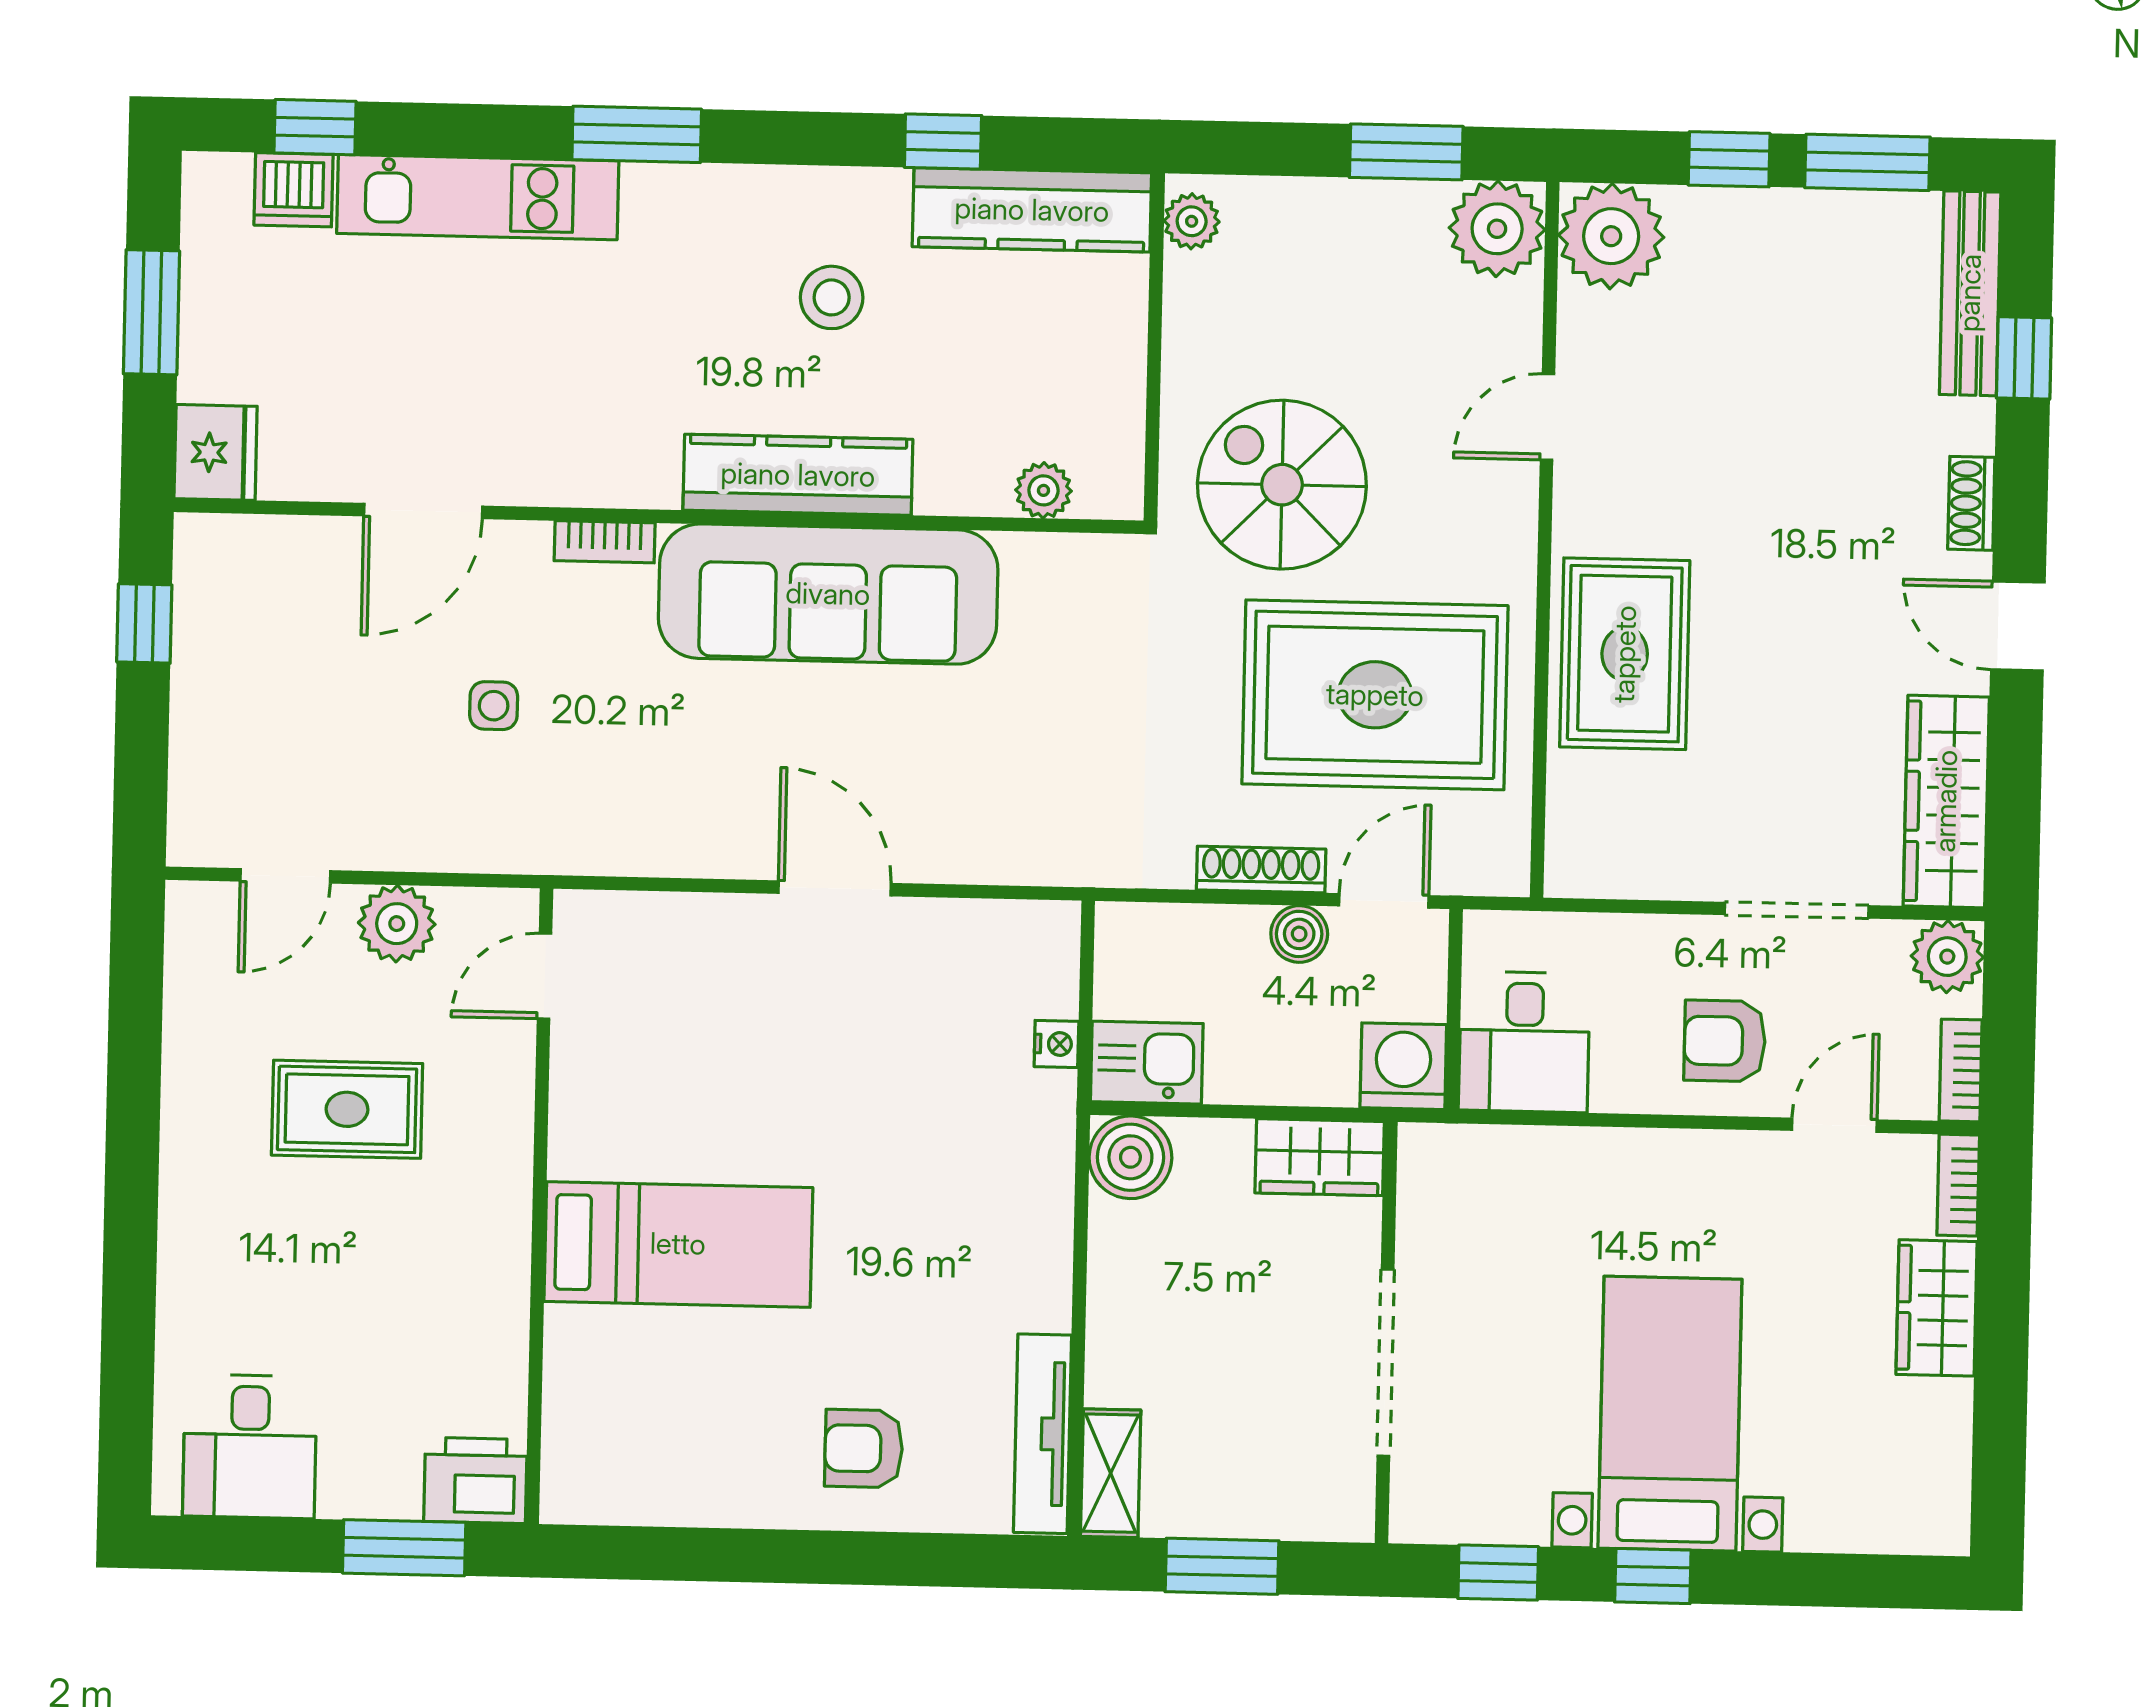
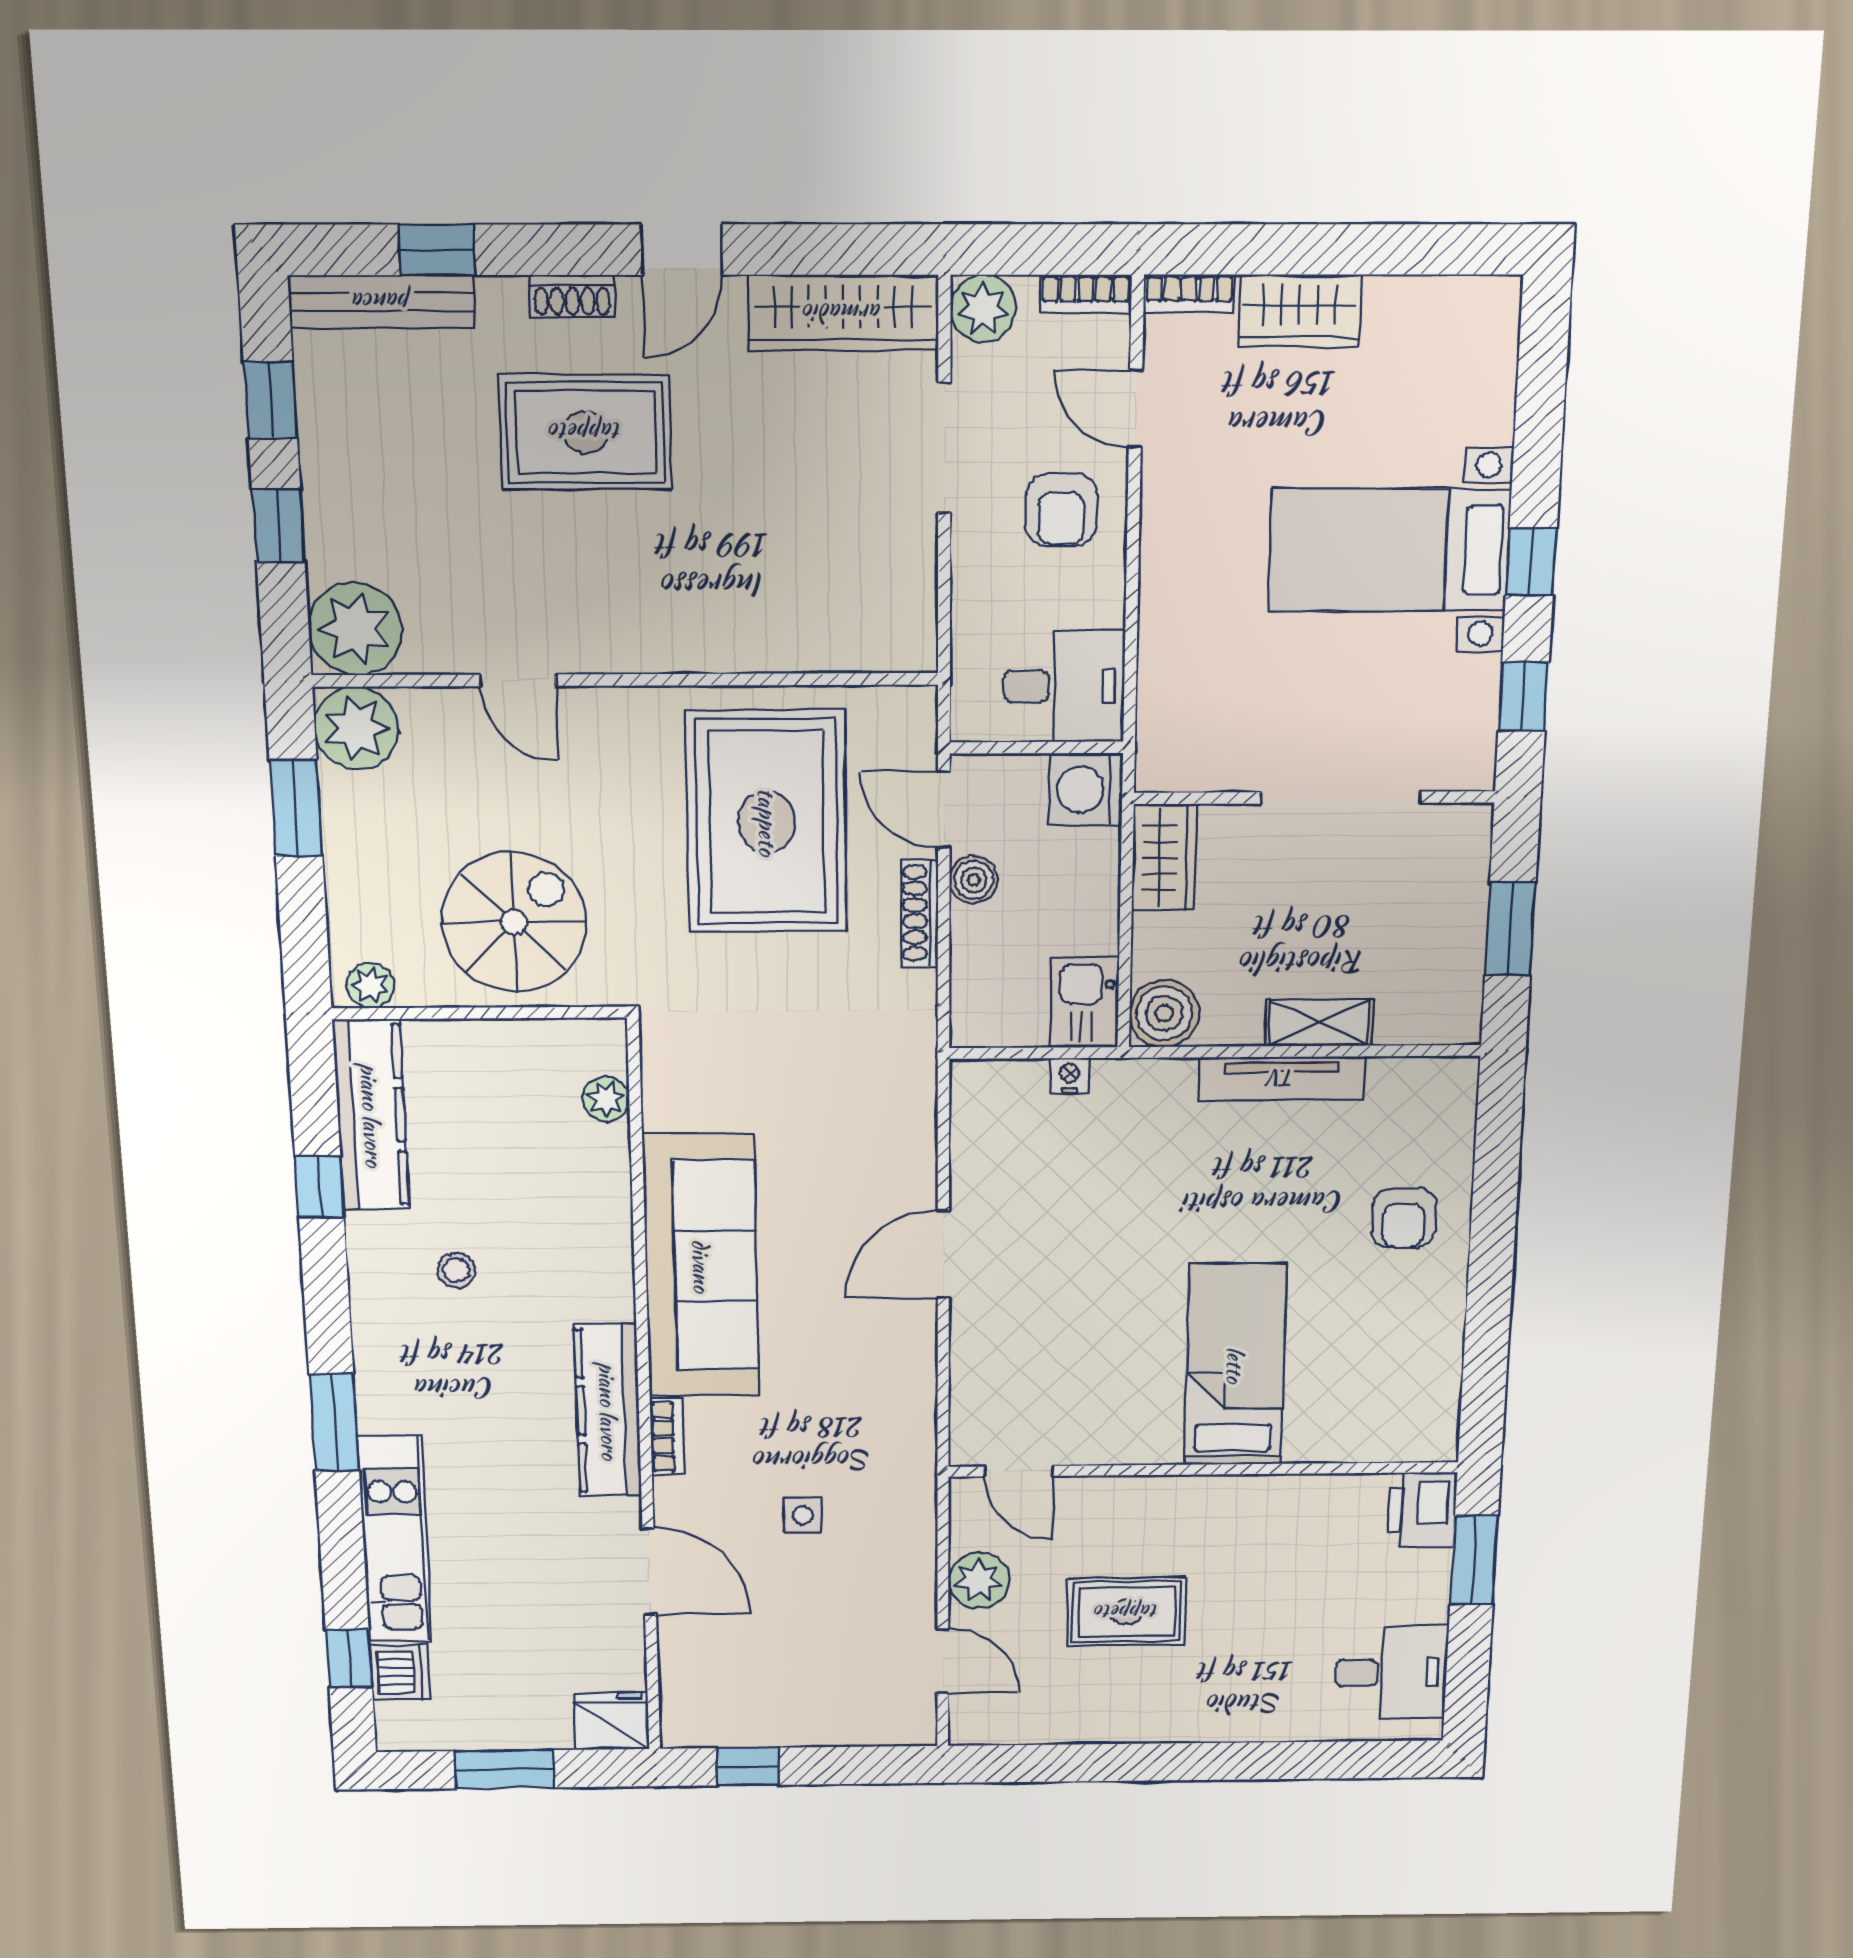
window: (1867, 162) -> (271, 400), width x0.67
stool: (832, 297) -> (456, 1270), width x0.73, depth x0.73
kitchen counter: (798, 475) -> (608, 1411), moved
spiral stairs: (1282, 485) -> (514, 922), moved, turned 180
rug: (1625, 654) -> (586, 432), moved
rug: (347, 1109) -> (1127, 1612), turned 90
tv unit: (1043, 1434) -> (1282, 1078), moved
shelving: (1111, 1473) -> (1319, 1023), moved

